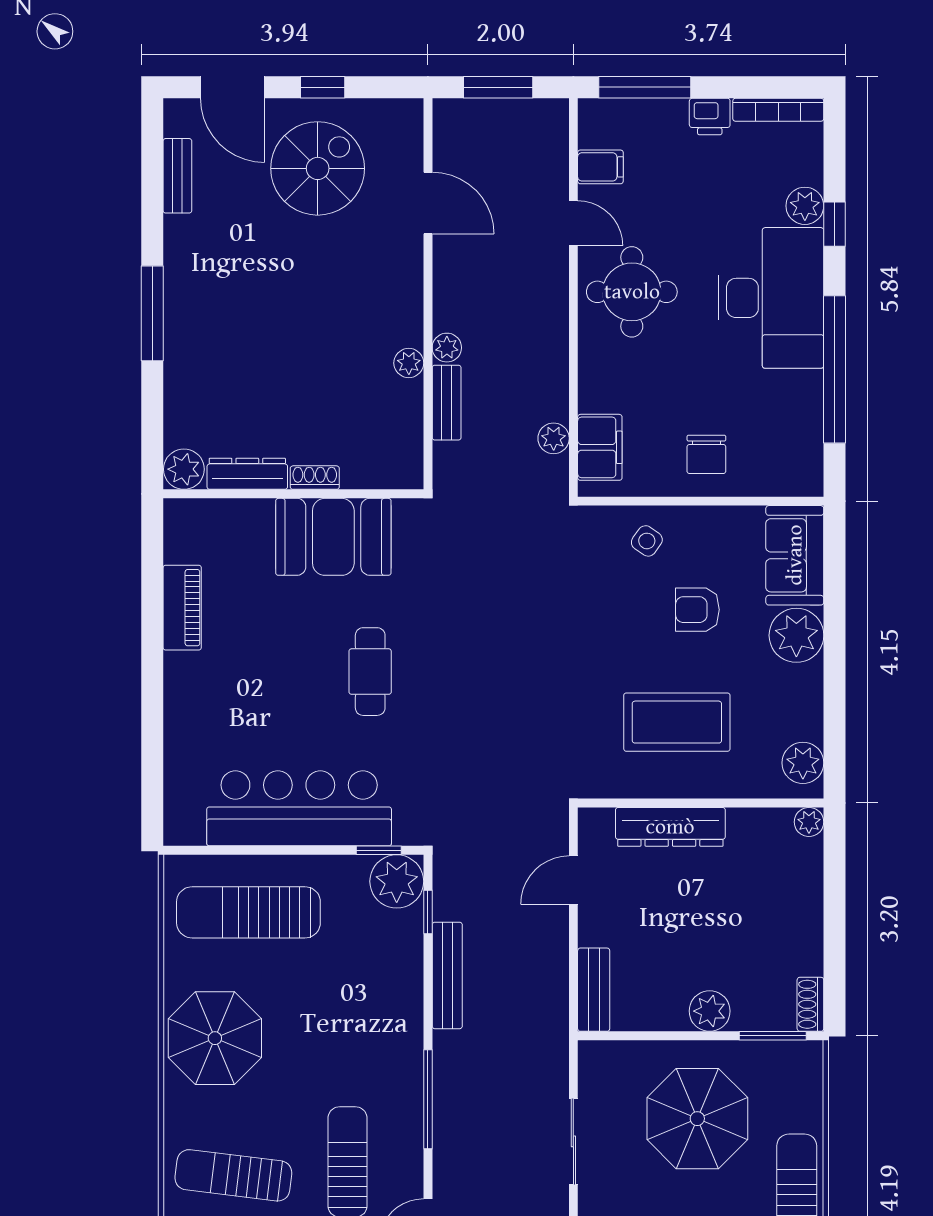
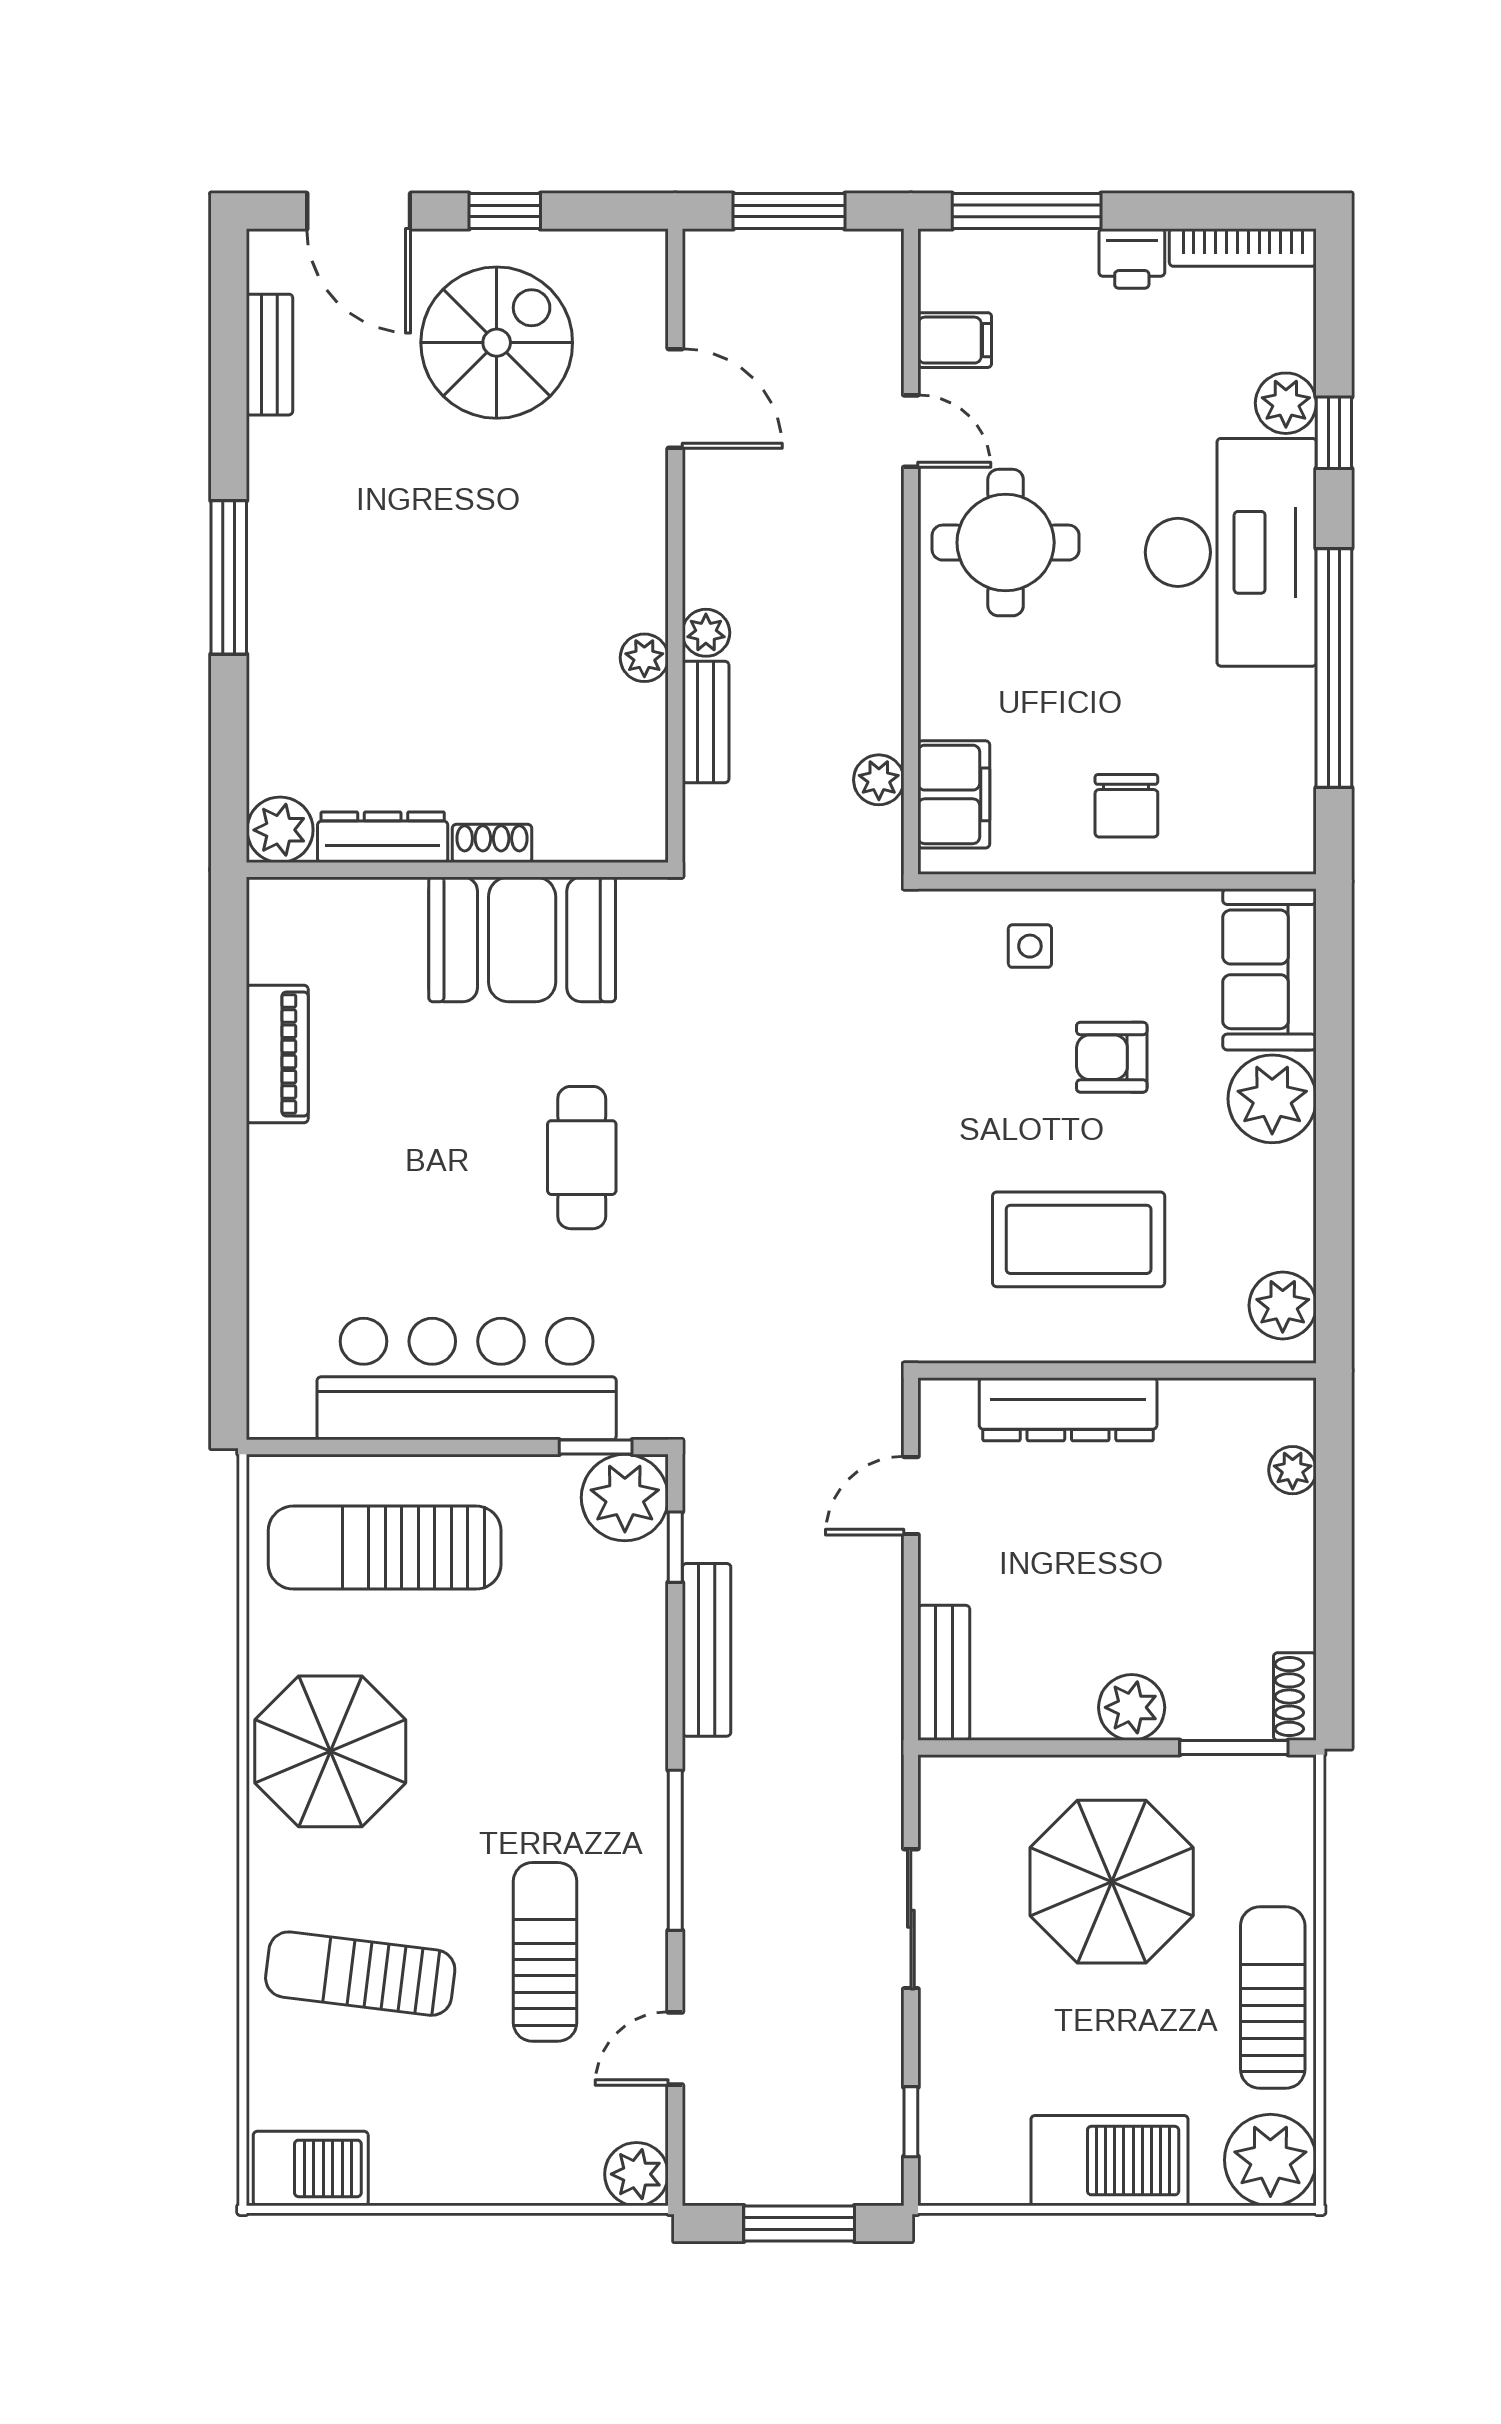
side table: (647, 541) -> (1030, 946), turned -35
plant: (809, 822) -> (1293, 1470), moved

